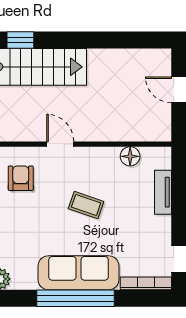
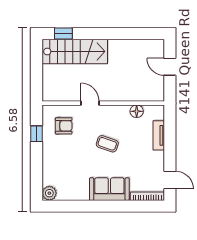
armchair: (21, 178) -> (64, 126), turned 90
sofa: (79, 273) -> (109, 189), width x0.73
window: (76, 298) -> (100, 206), removed

